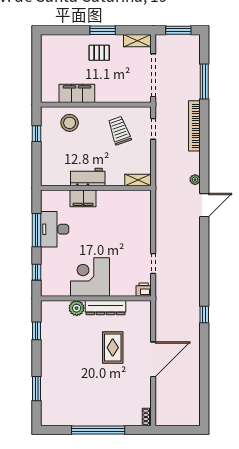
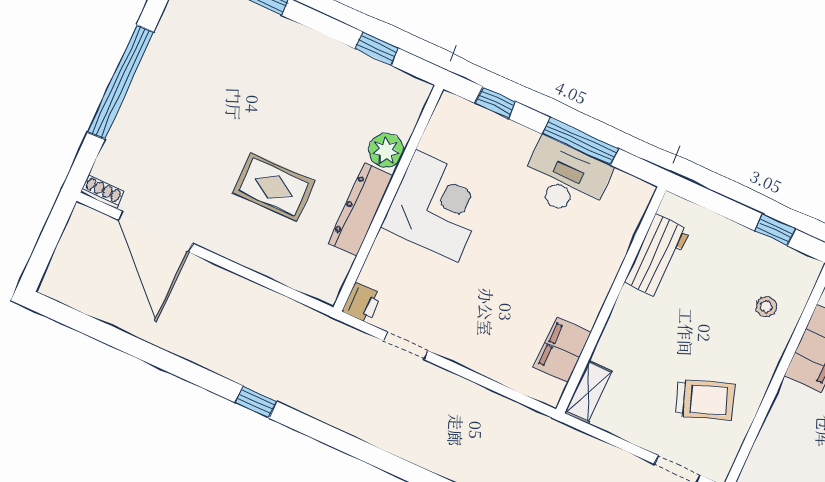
stool: (70, 123) -> (766, 307), width x0.53, depth x0.53
workbench: (88, 177) -> (657, 256), moved
filing cabinet: (83, 198) -> (563, 350), moved
door: (153, 359) -> (155, 232), moved

